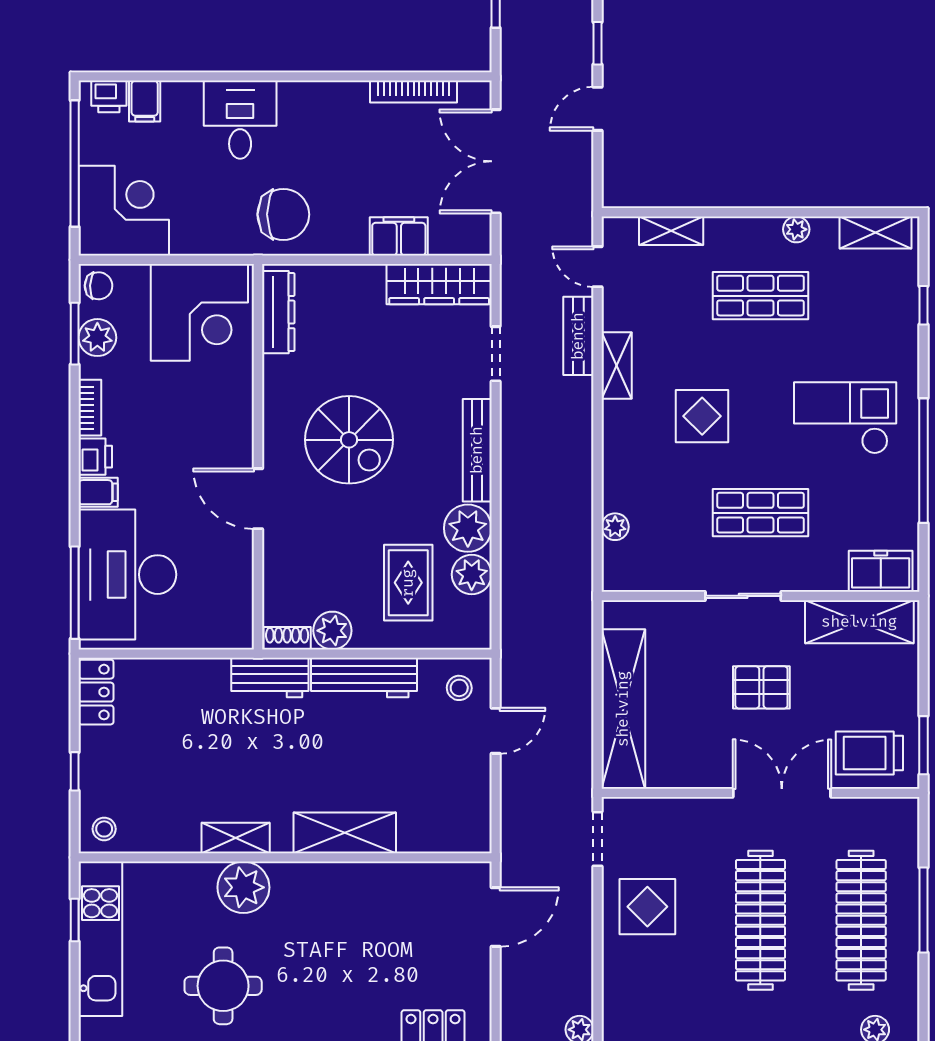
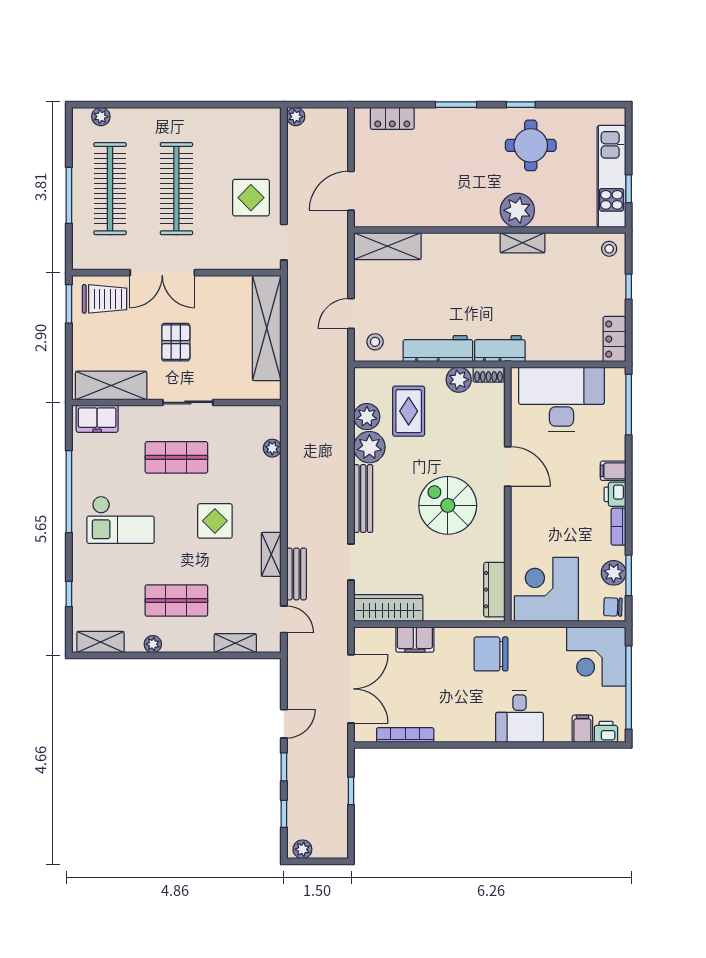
desk: (127, 575) -> (561, 399), moved, turned -90
pallet: (761, 687) -> (176, 342), turned 90
shelving: (345, 833) -> (387, 246), moved

